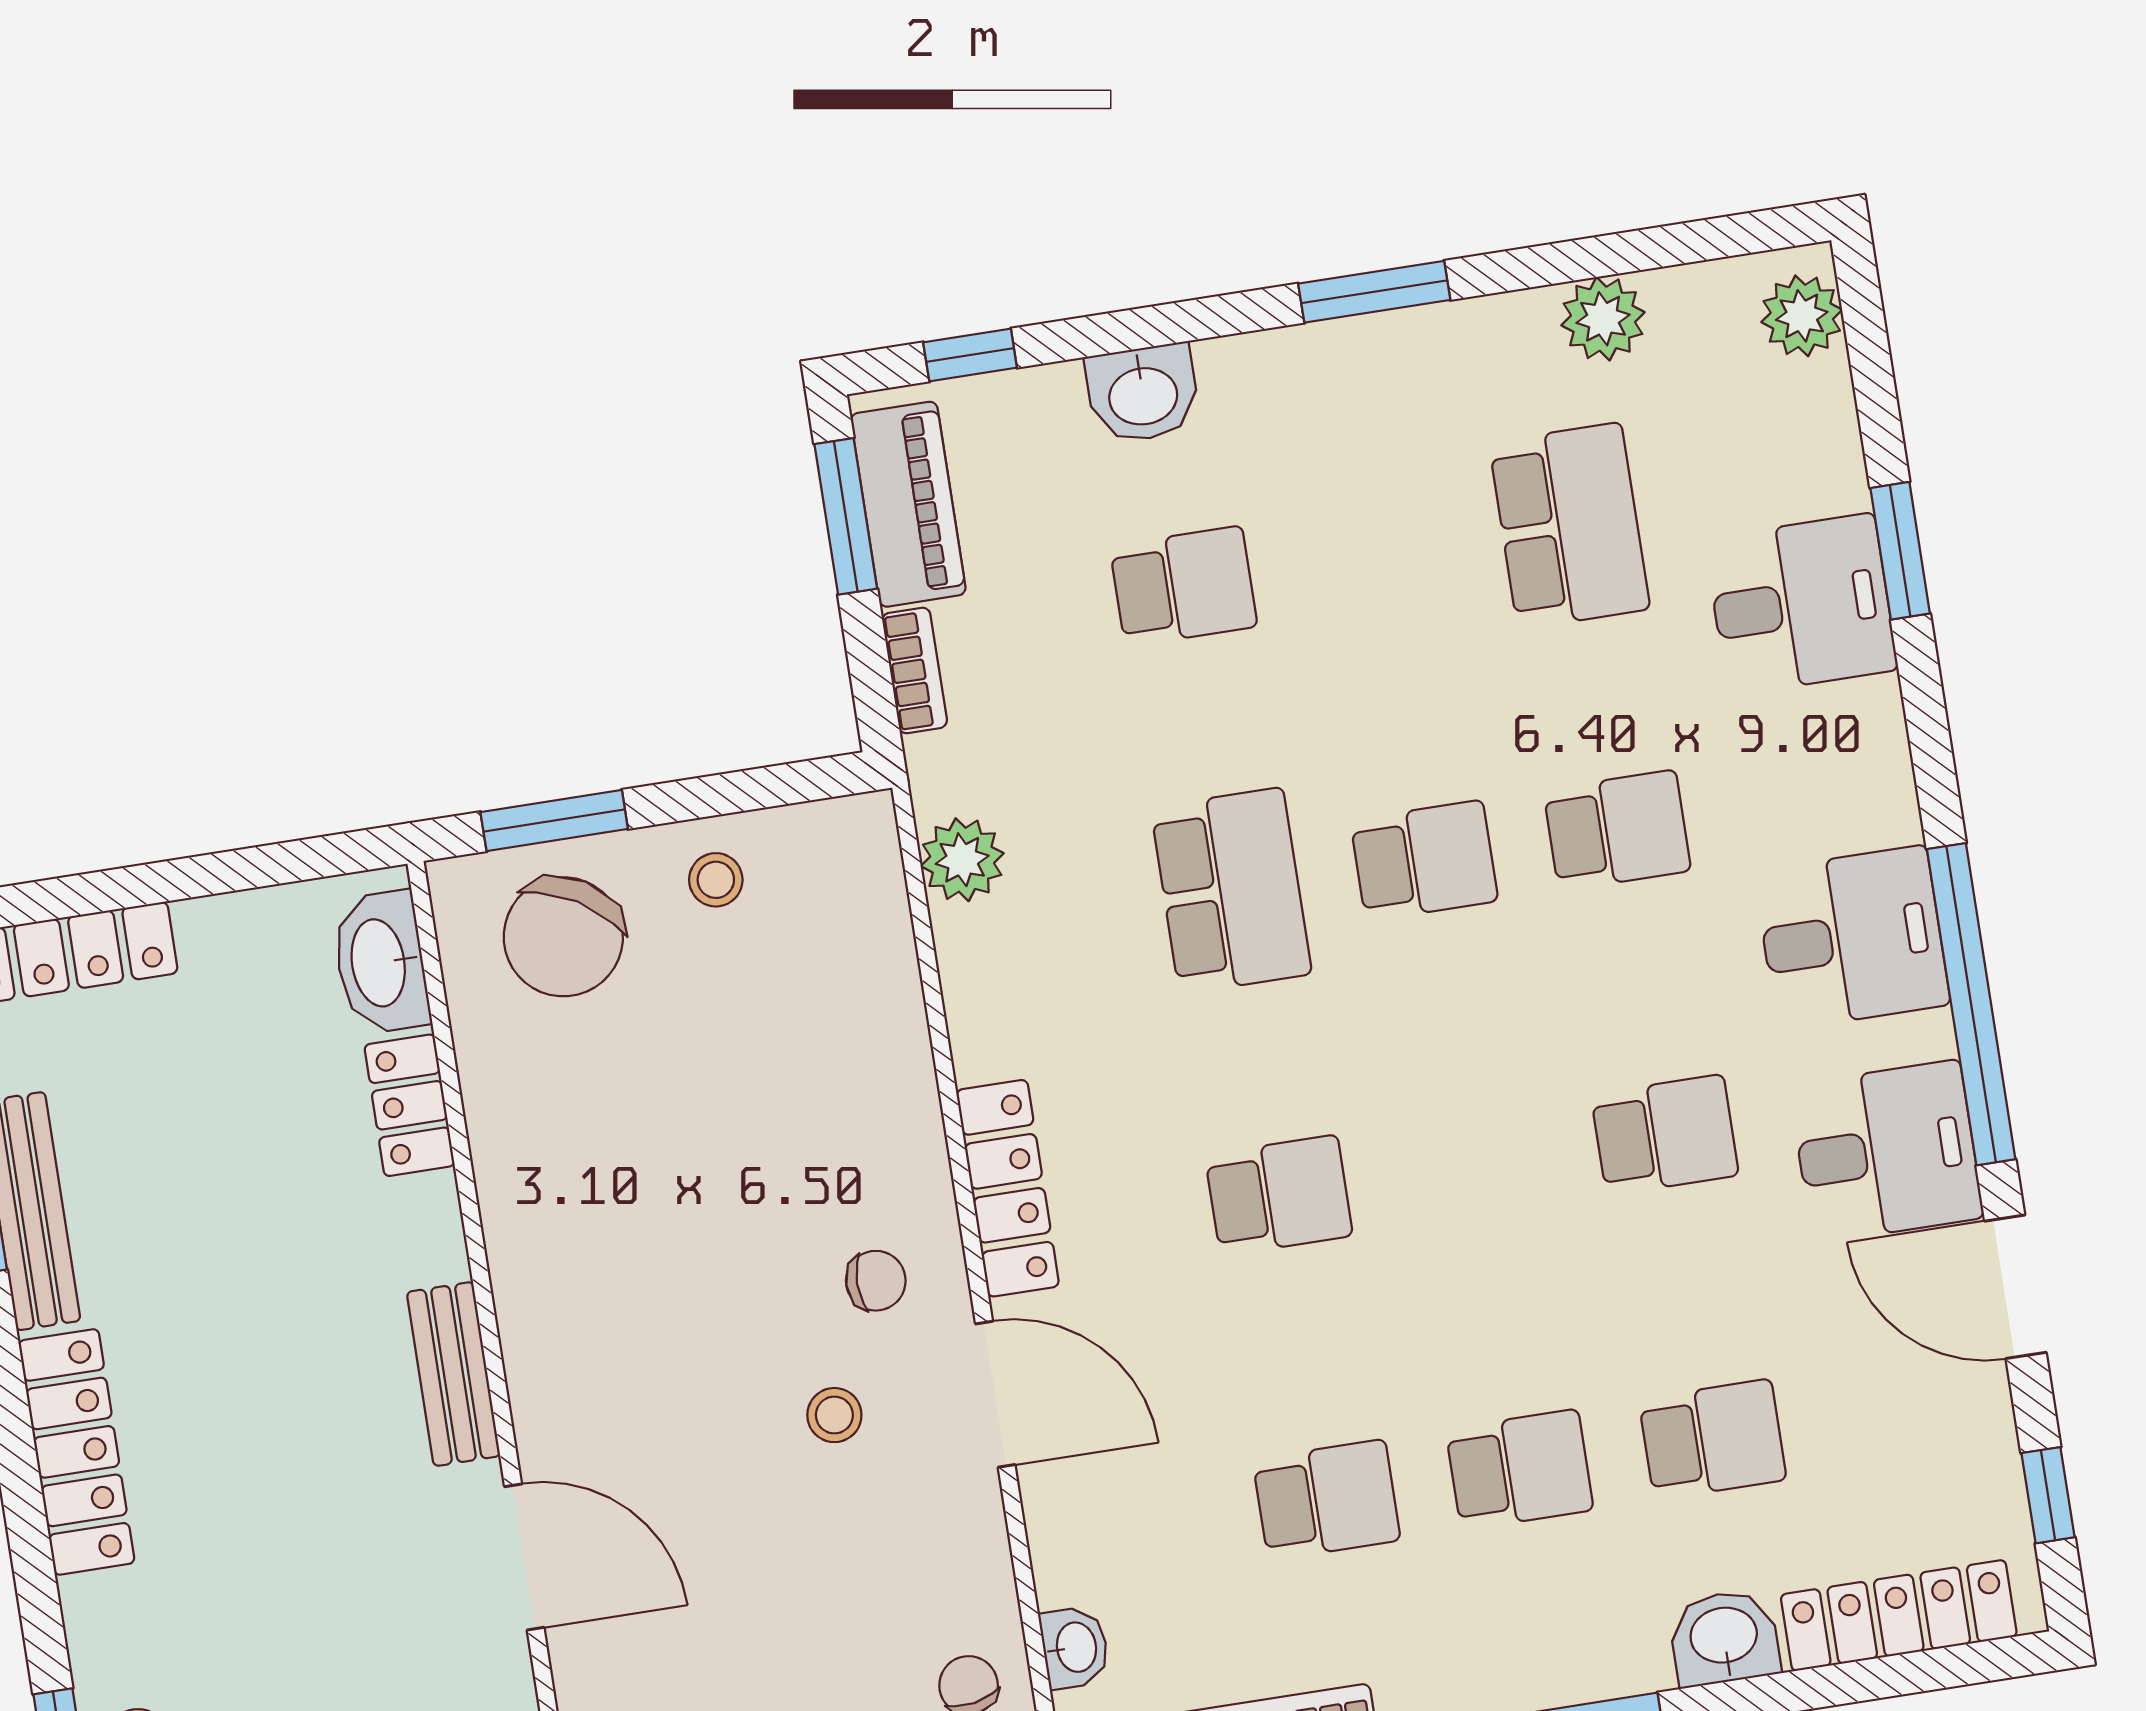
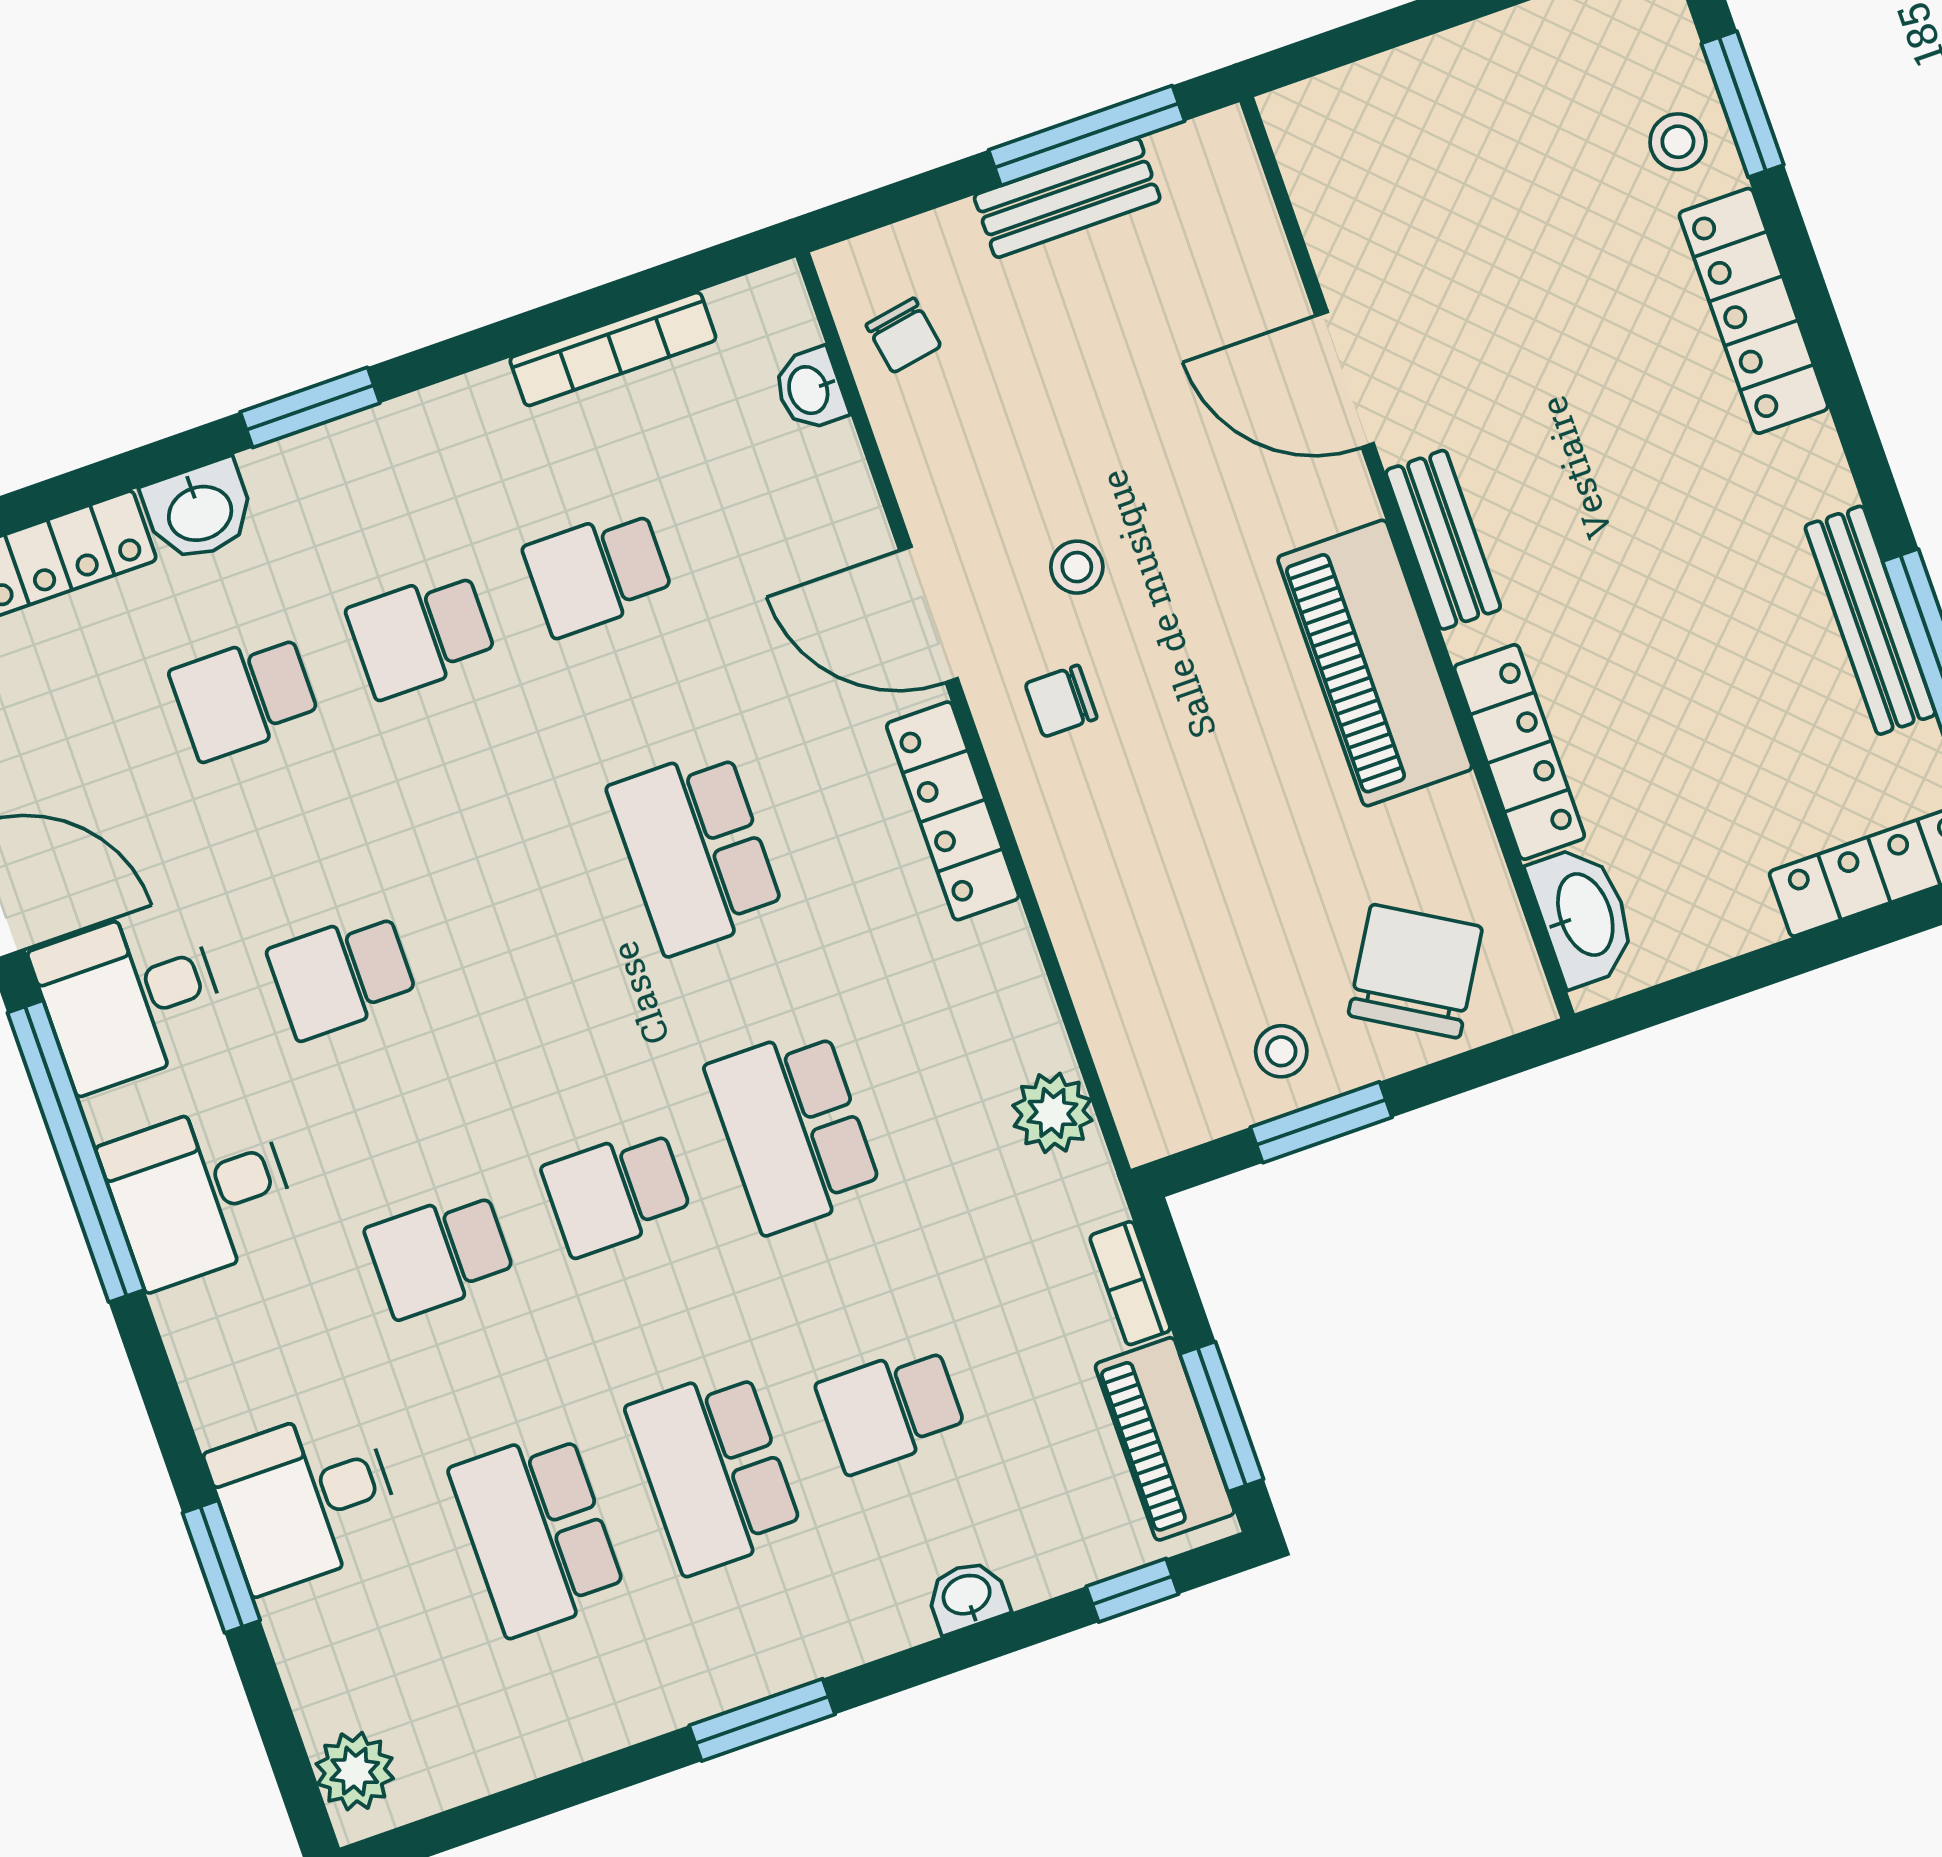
plant: (1603, 319) -> (542, 1734), removed
washbasin: (1143, 394) -> (967, 1596), width x0.72, depth x0.69
school desk: (1376, 556) -> (714, 1471), added
window: (554, 821) -> (1321, 1122), moved
locker: (409, 1105) -> (1519, 752), width x1.53
school desk: (1279, 1195) -> (696, 851), width x1.85
piano: (547, 1261) -> (1375, 663), added
locker: (77, 1452) -> (1754, 311), moved

